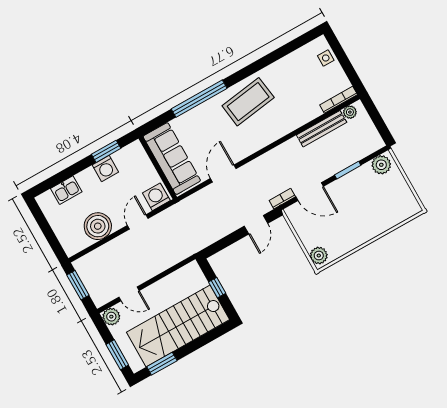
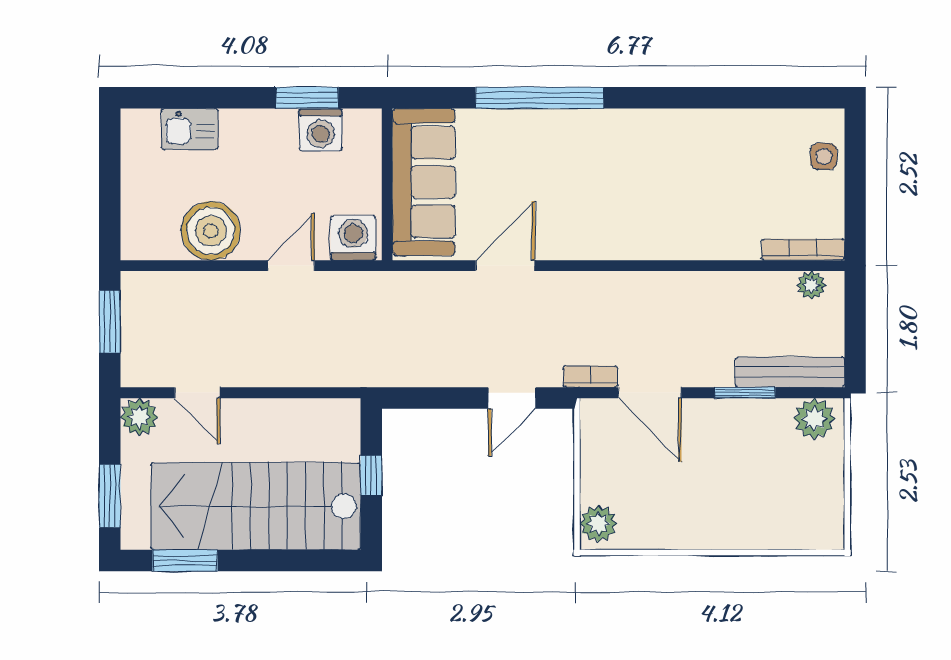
coffee table: (248, 102) -> (629, 156), removed
bench: (322, 129) -> (790, 372), moved
washing machine: (105, 169) -> (321, 130), moved

